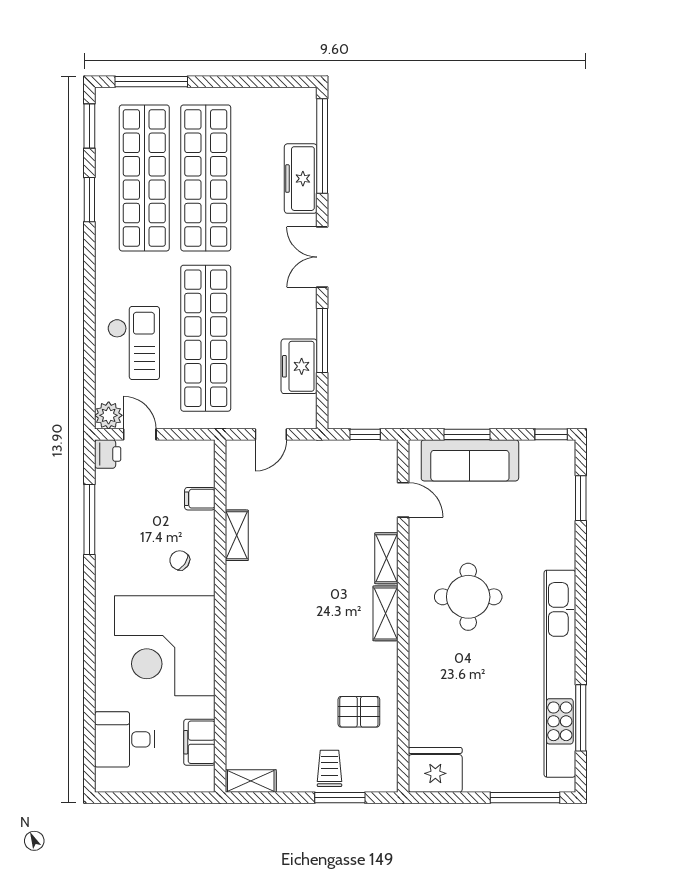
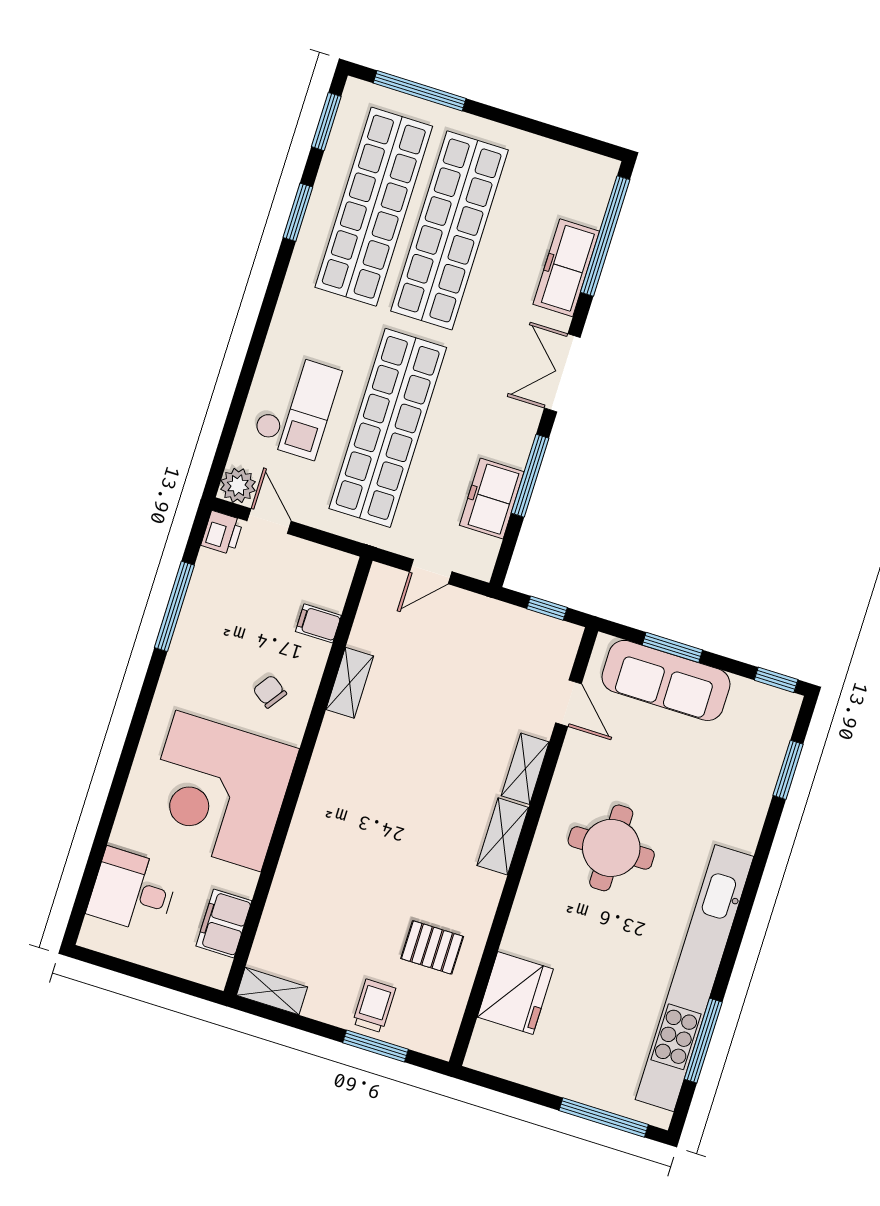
fridge: (435, 770) -> (515, 993), moved, turned 90

